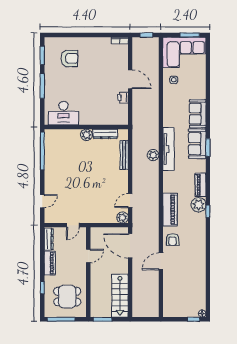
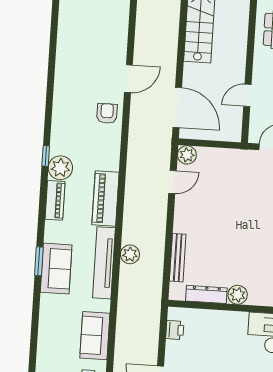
printer: (123, 98) -> (175, 330), moved
sofa: (198, 114) -> (95, 336), moved, turned 180
piano: (170, 210) -> (106, 199), moved

